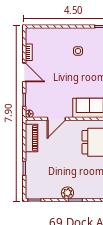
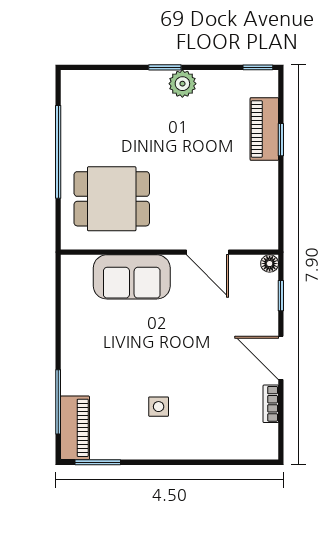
door: (56, 119) -> (208, 252), swing flipped
piano: (32, 138) -> (264, 129), moved

